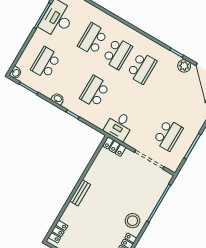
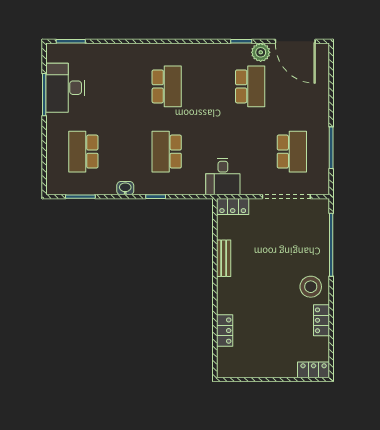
school desk: (93, 39) -> (125, 86), removed
school desk: (142, 68) -> (250, 86), moved
washbasin: (16, 73) -> (53, 187), removed
bench: (80, 193) -> (224, 258), moved
locker: (58, 232) -> (225, 331), moved

